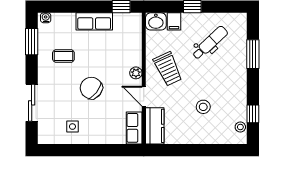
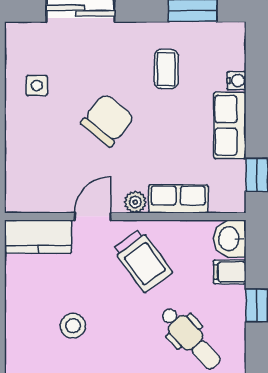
water cooler: (46, 18) -> (237, 81), moved
trolley: (168, 69) -> (143, 261), turned -101
row of seats: (134, 128) -> (178, 199), moved

